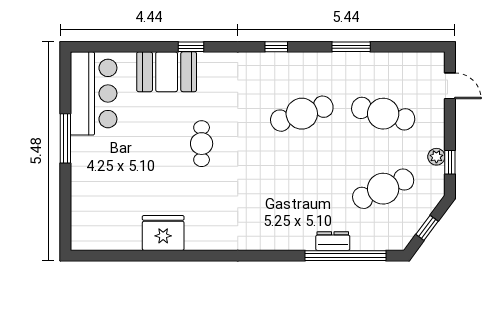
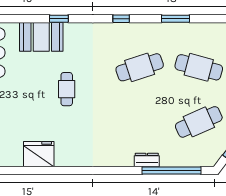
dresser: (333, 241) -> (147, 160), moved

